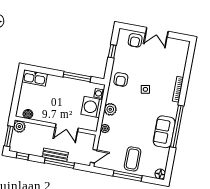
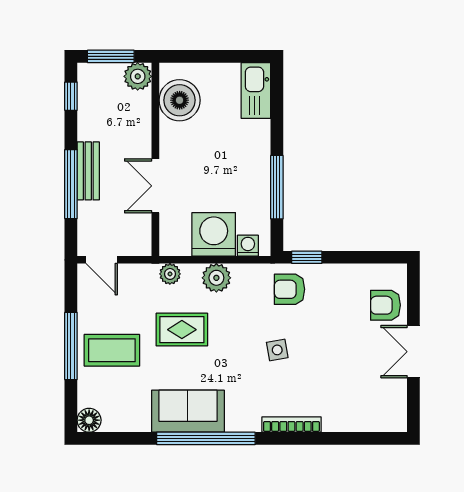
window: (112, 51) -> (307, 257), moved
boiler: (28, 114) -> (180, 100), width x1.86, depth x1.86
rug: (129, 128) -> (182, 330), added

